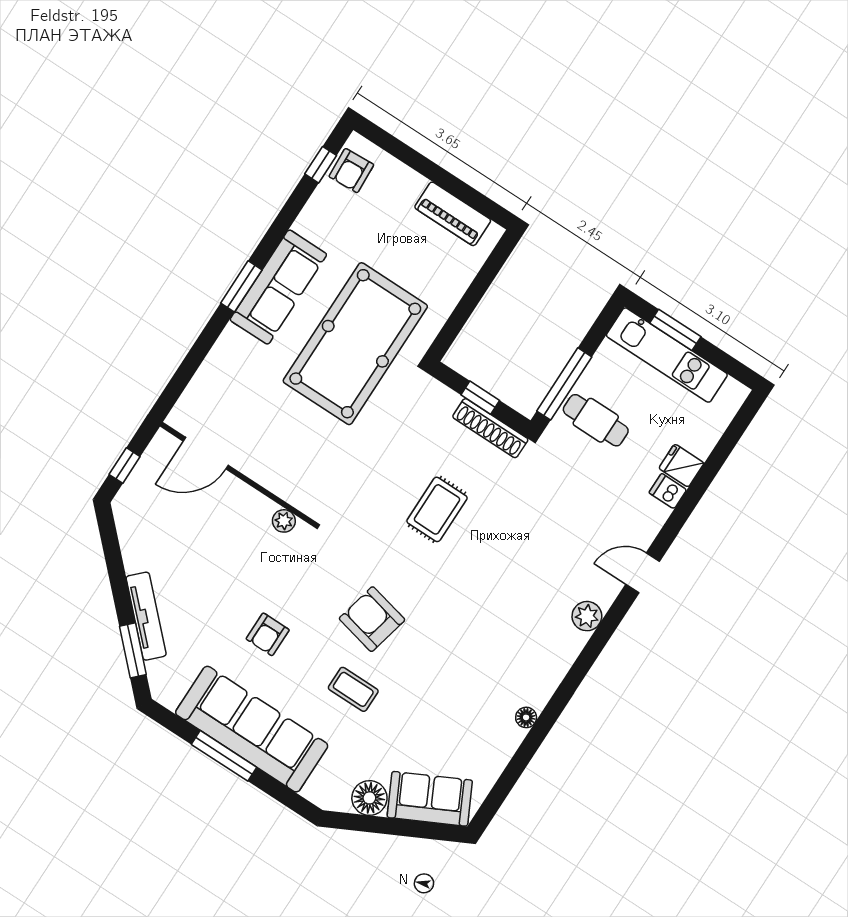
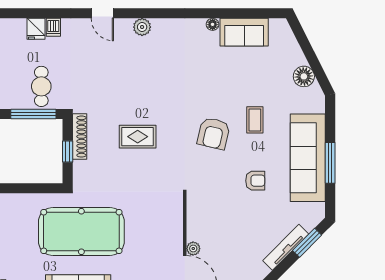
plant: (284, 521) -> (193, 249), moved
sofa: (430, 799) -> (244, 32), moved, turned -63

